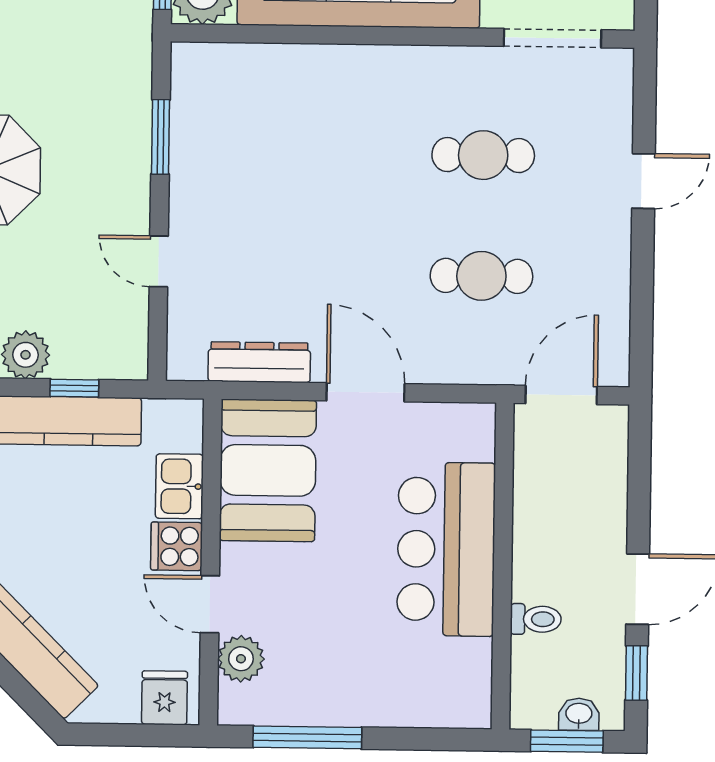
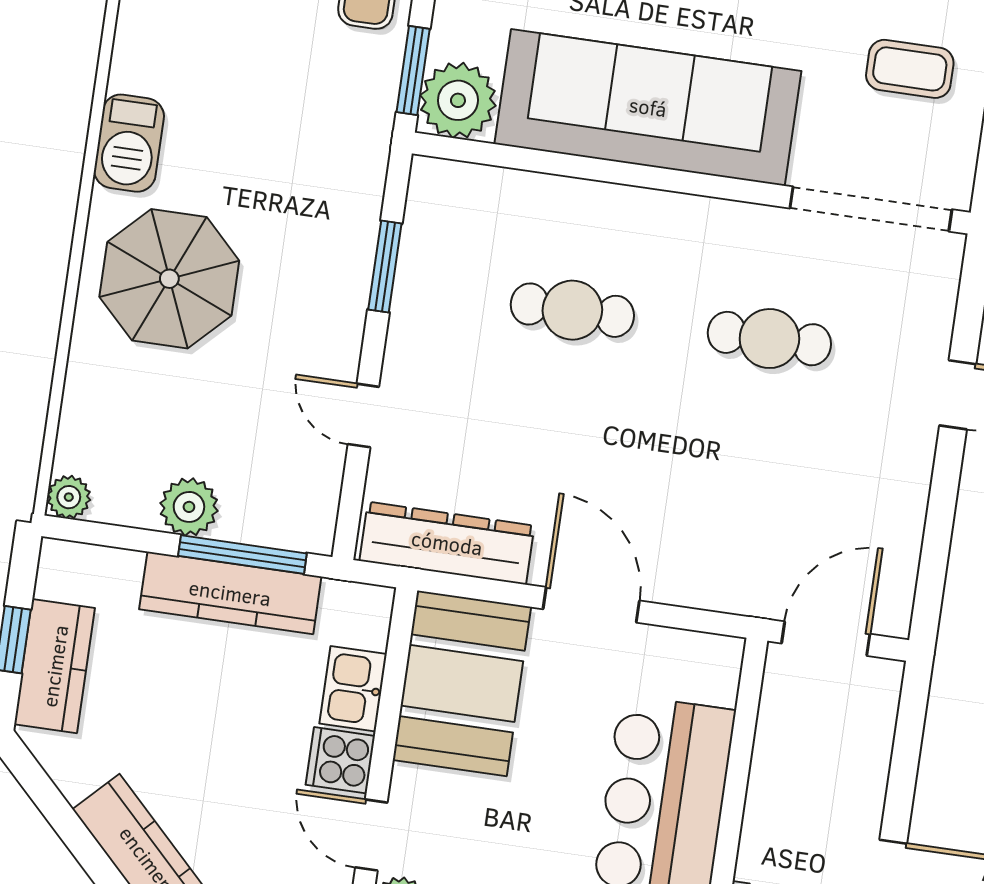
doorway: (552, 38) -> (871, 209), width x1.36
cafe table: (481, 276) -> (572, 310), moved
dresser: (259, 362) -> (447, 543), width x1.37, depth x1.24
window: (74, 388) -> (242, 555), width x2.17

